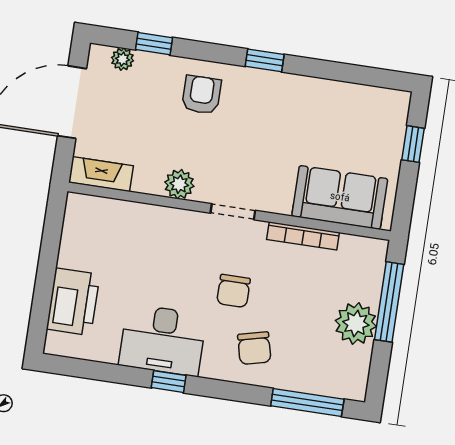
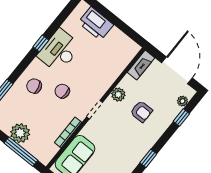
armchair: (201, 95) -> (141, 111), moved

